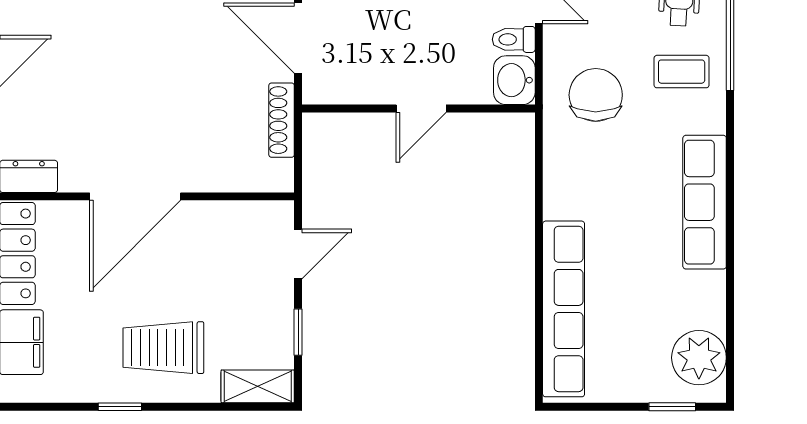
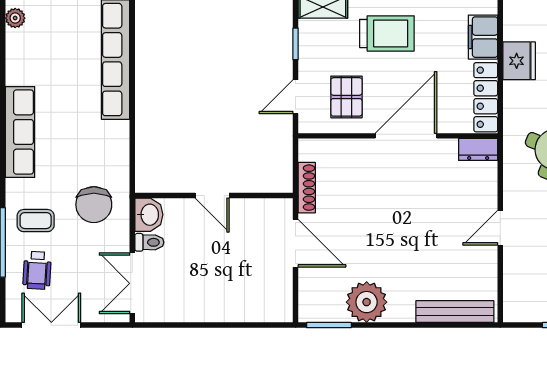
door: (421, 108) -> (212, 195), swing flipped
pallet: (223, 254) -> (346, 97), added
plant: (699, 358) -> (15, 18), width x0.53, depth x0.53

